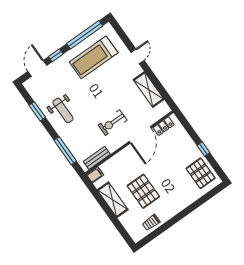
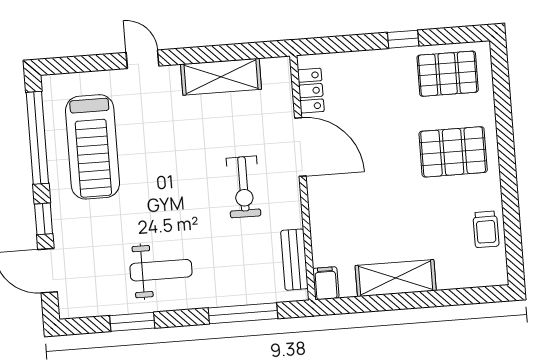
pallet: (143, 191) -> (453, 152), moved

